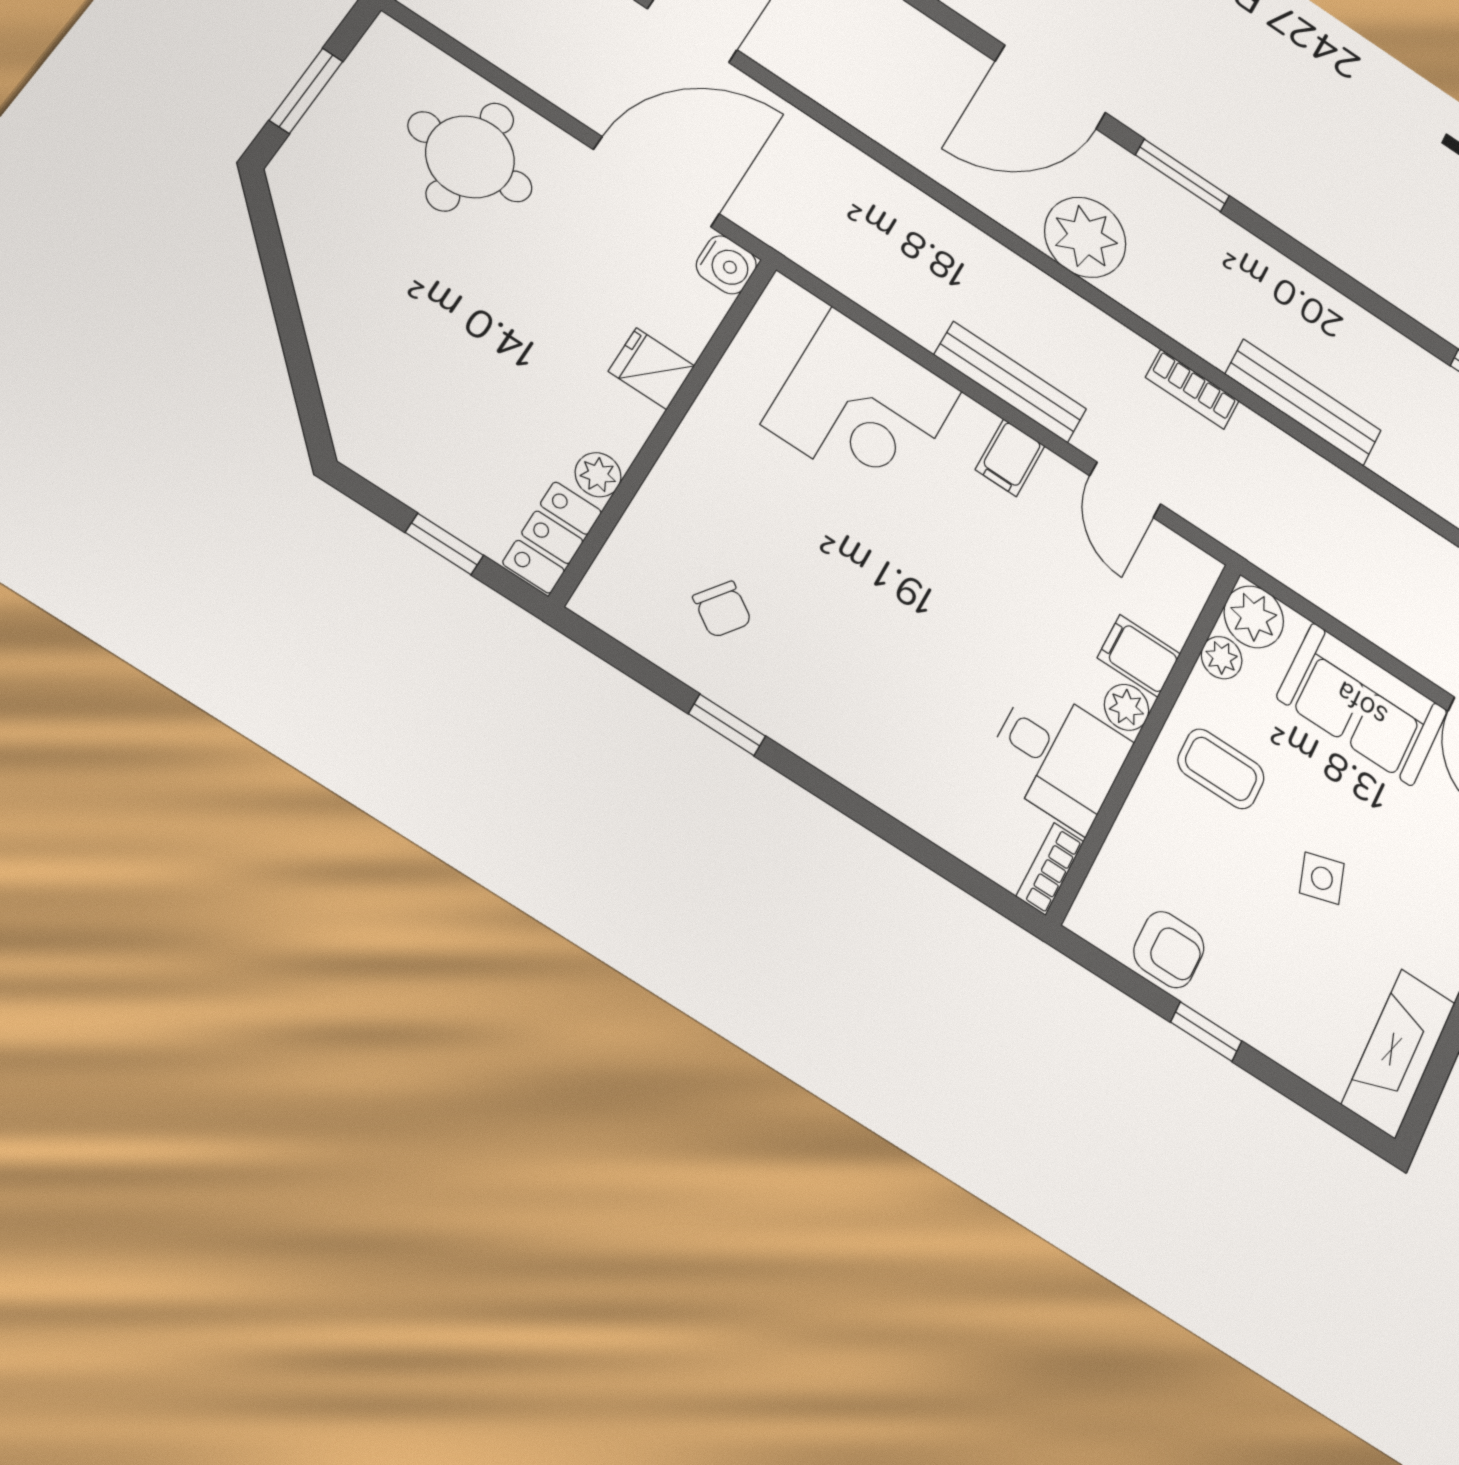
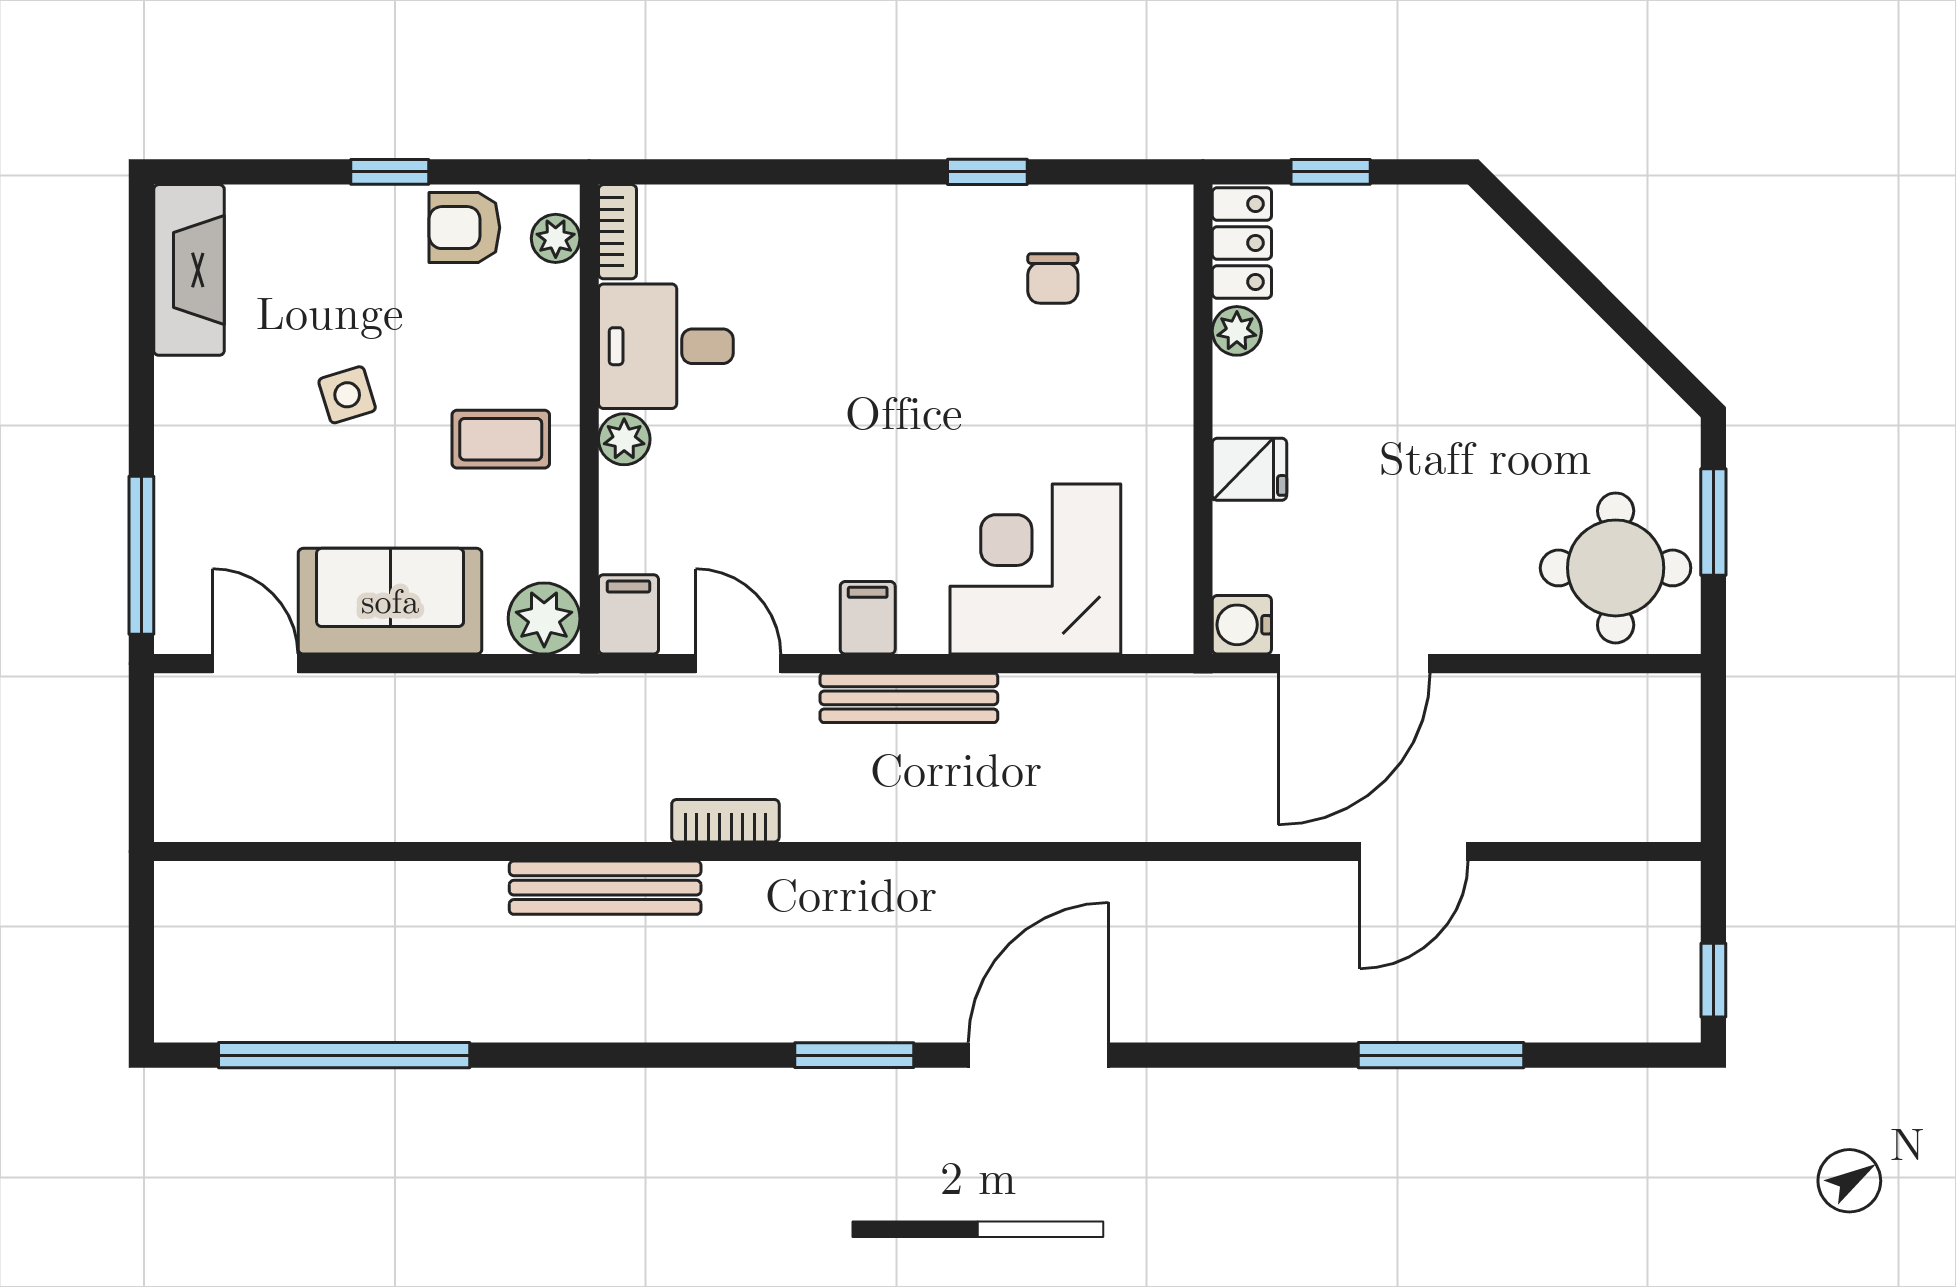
round table: (470, 157) -> (1616, 568), moved
plant: (1085, 237) -> (917, 910), removed
chair: (722, 609) -> (1053, 278), turned -125
filing cabinet: (1139, 656) -> (628, 614), moved, turned -90
plant: (1222, 658) -> (556, 238), moved

